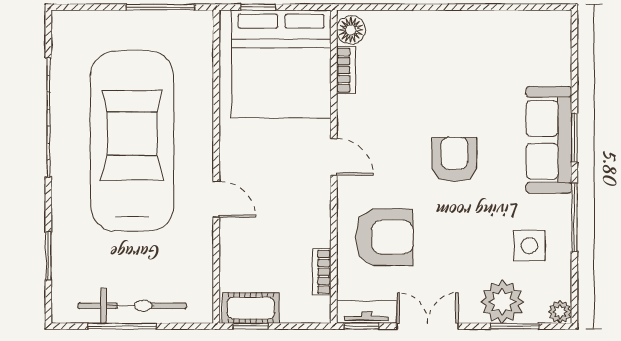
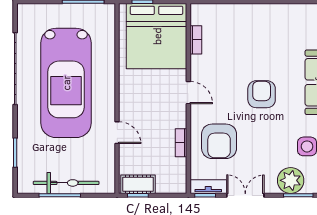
floor lamp: (351, 30) -> (199, 16), removed
car: (132, 141) -> (66, 83), turned 180
door: (216, 199) -> (117, 133), moved
armchair: (384, 237) -> (219, 141), turned 90
bookcase: (322, 272) -> (181, 143), moved

